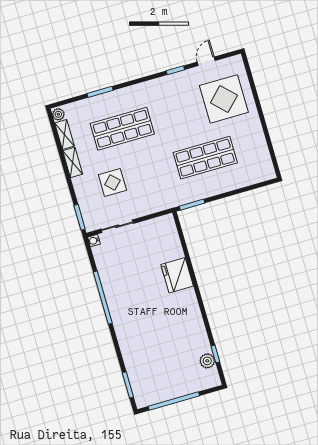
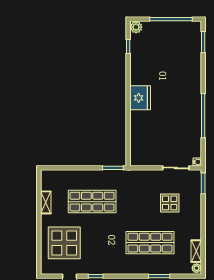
shelving: (73, 162) -> (46, 202), moved
fridge: (177, 275) -> (140, 98), moved
plant: (207, 361) -> (136, 27), moved

